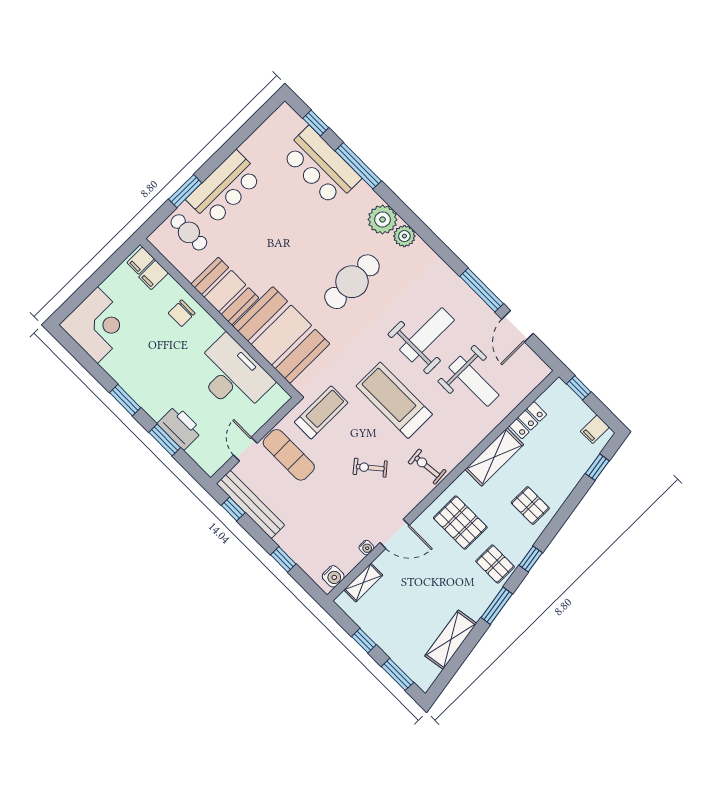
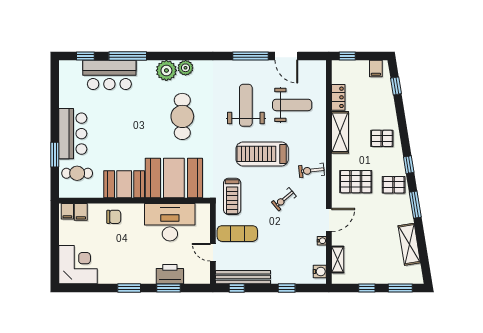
chair: (182, 313) -> (114, 217), turned -90
treadmill: (321, 412) -> (232, 196), turned 180

